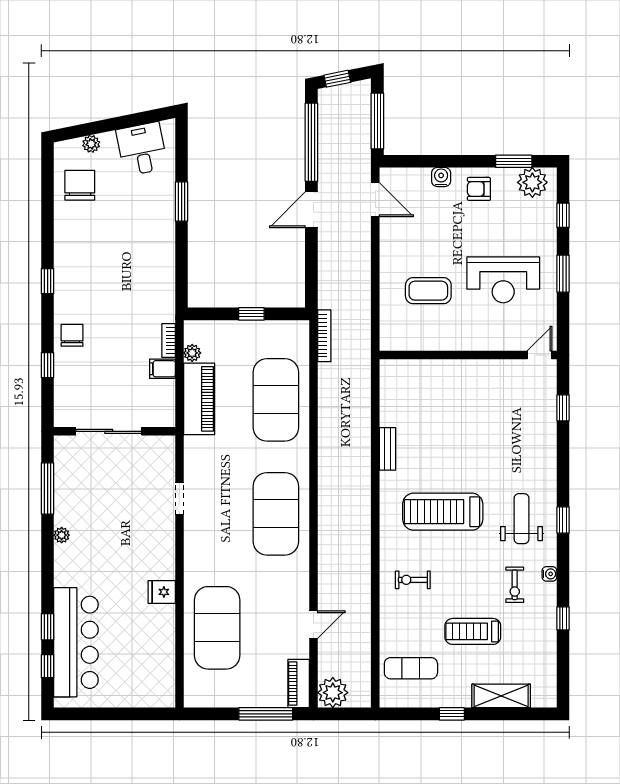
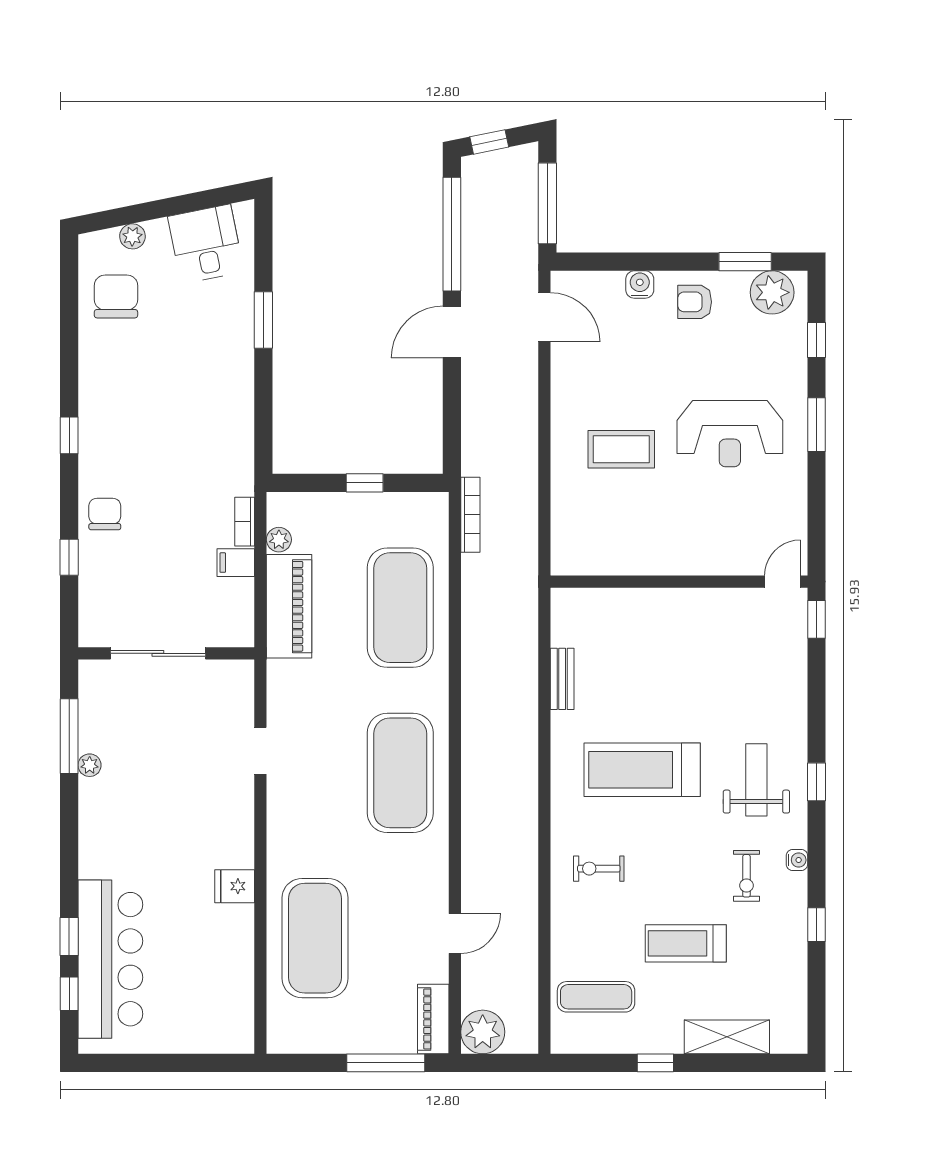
wall: (468, 355) -> (679, 582), moved
door: (540, 355) -> (783, 582), moved
plant: (62, 535) -> (90, 765), moved

